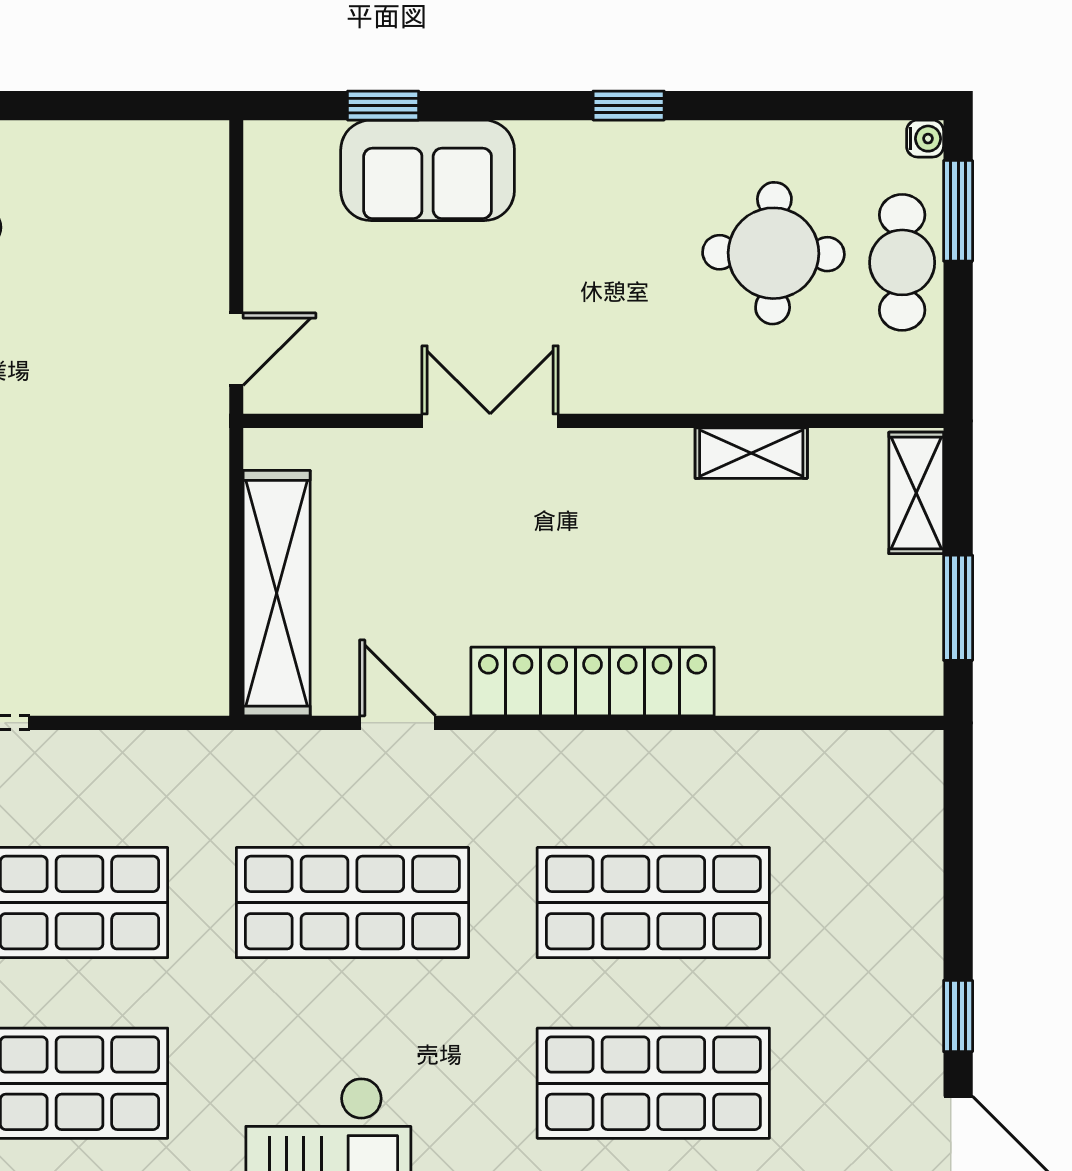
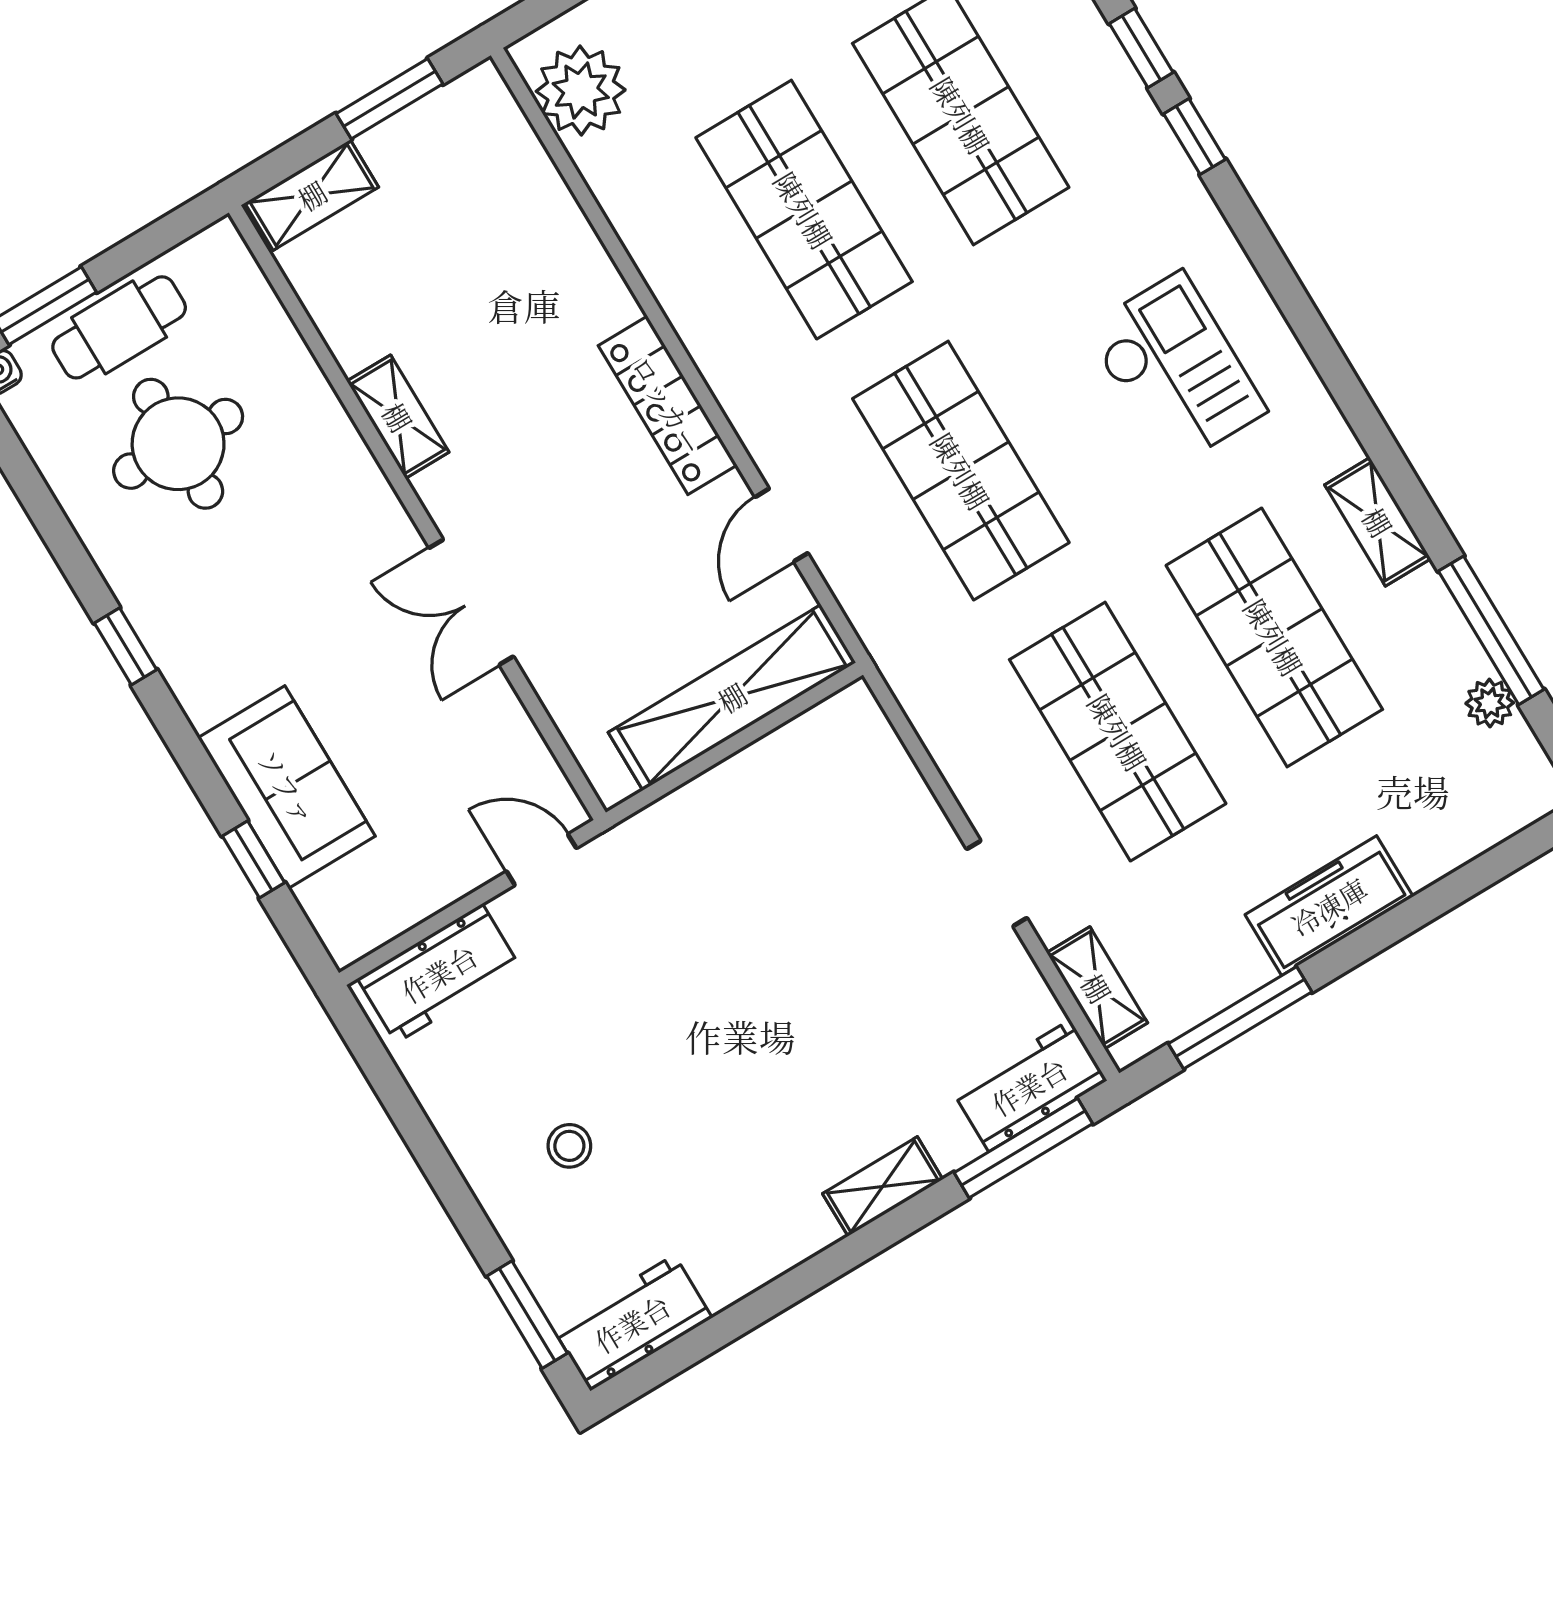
workbench: (192, 205) -> (439, 973), added
shelving: (751, 453) -> (398, 417), moved
locker: (593, 681) -> (668, 405), width x0.71, depth x0.83
plant: (868, 774) -> (581, 91), added

